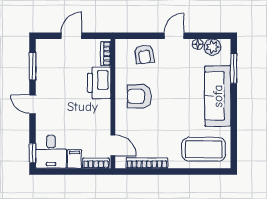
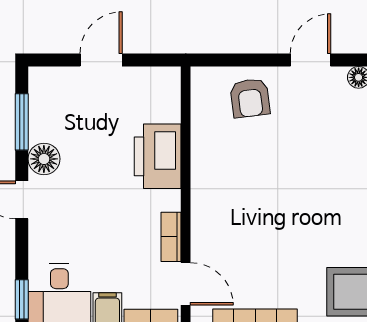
bookcase: (106, 54) -> (171, 237), moved
floor lamp: (43, 84) -> (44, 159), added
armchair: (139, 96) -> (239, 184), removed

